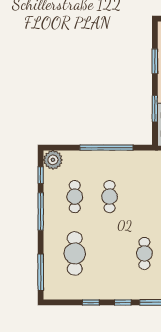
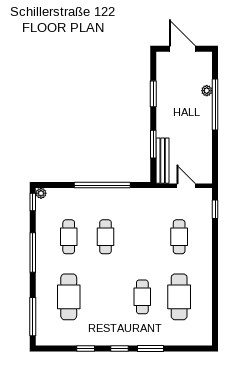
plant: (53, 160) -> (41, 193), width x0.53, depth x0.53
window: (41, 175) -> (33, 202), moved

